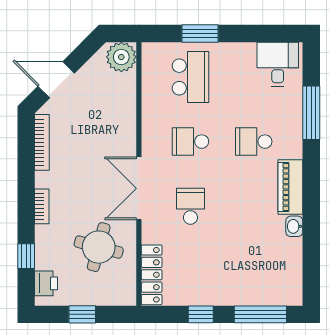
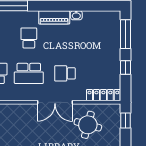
school desk: (190, 142) -> (29, 73), width x1.85
school desk: (254, 142) -> (29, 38), turned 180
window: (82, 314) -> (126, 120), moved

